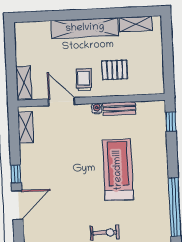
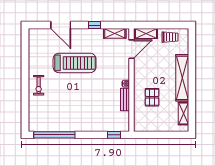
trolley: (84, 80) -> (170, 37), moved
door: (62, 102) -> (132, 49), moved
treadmill: (118, 170) -> (75, 63), moved
window: (16, 174) -> (95, 25), moved

